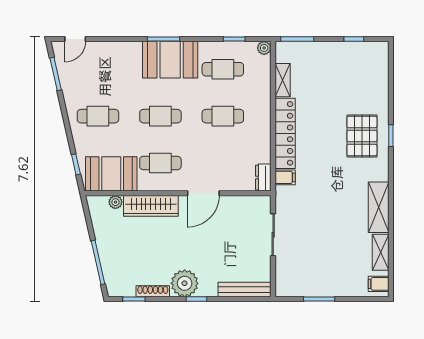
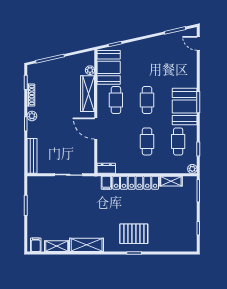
cafe table: (98, 116) -> (147, 59), removed
plant: (185, 283) -> (32, 116), width x0.53, depth x0.53

